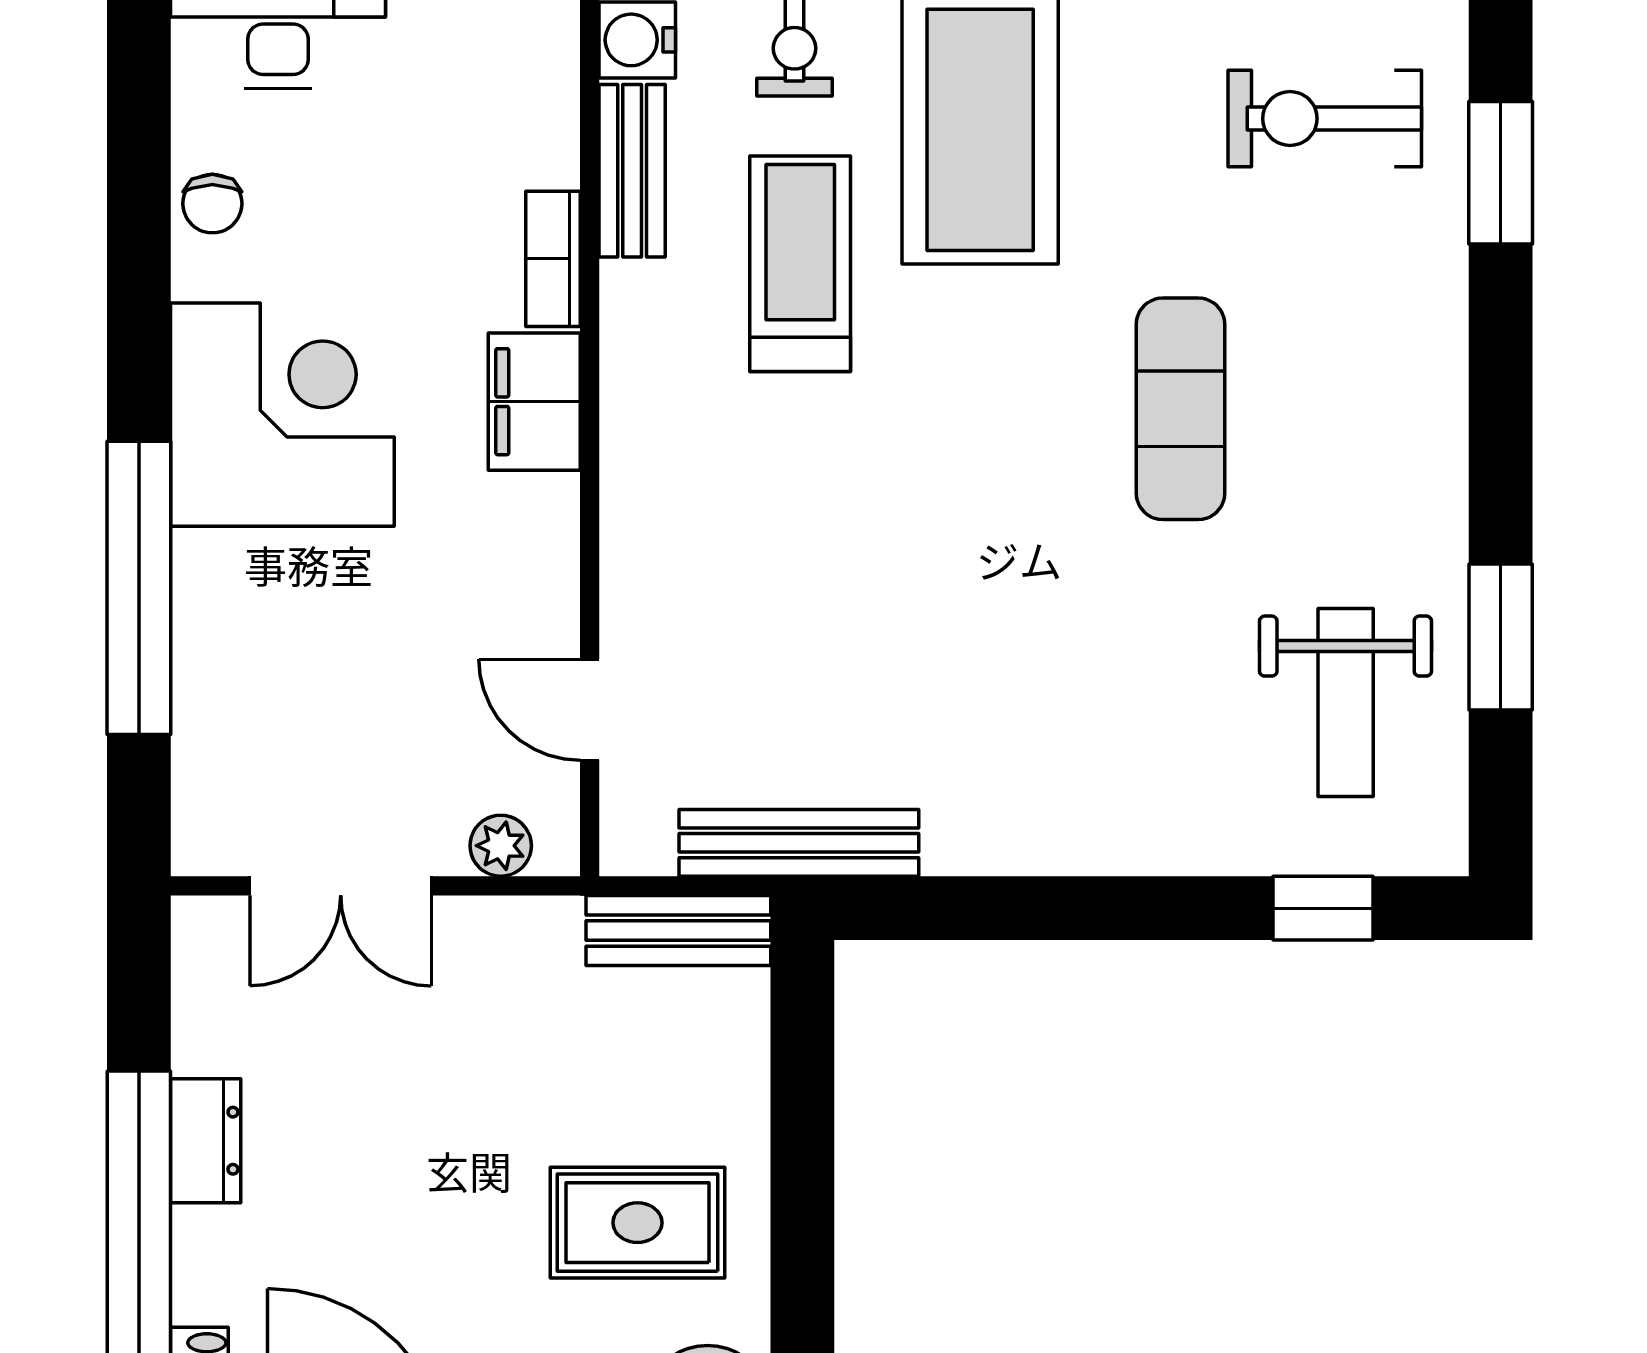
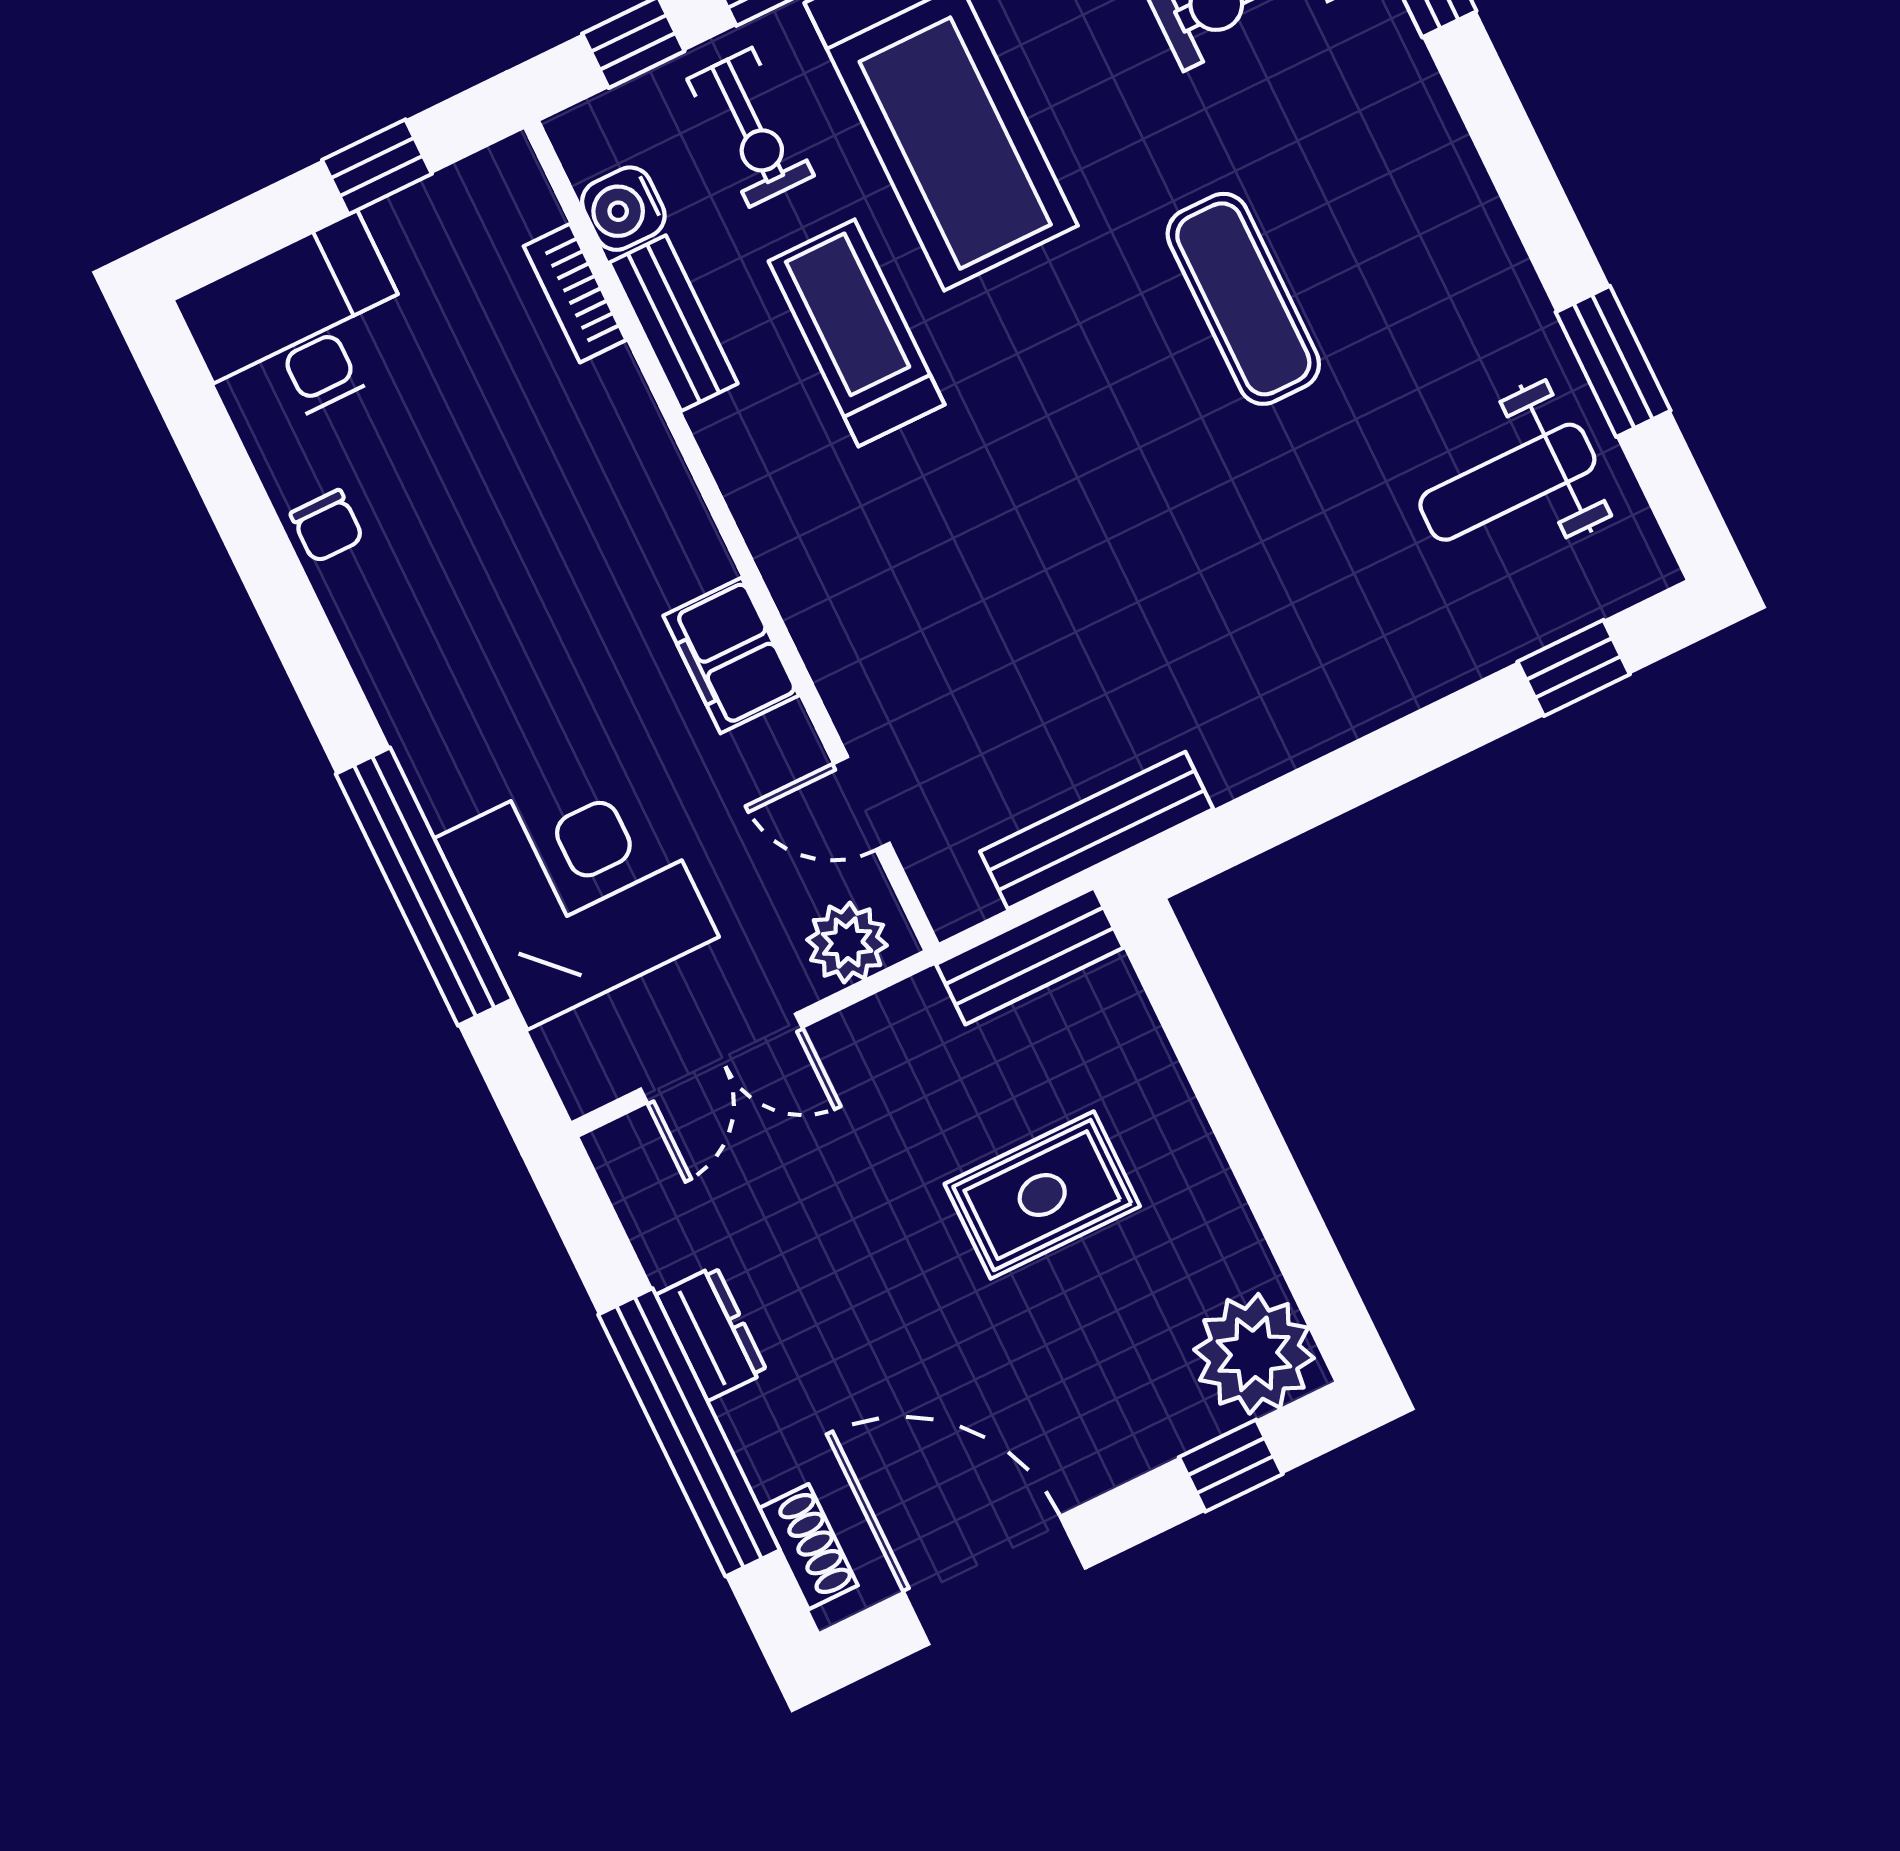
bookcase: (553, 259) -> (575, 293), moved
filing cabinet: (534, 402) -> (731, 655), moved
corner desk: (282, 415) -> (577, 888), moved
weight bench: (1346, 703) -> (1507, 482), turned 90
plant: (501, 846) -> (847, 943), width x1.38, depth x1.38
rug: (637, 1223) -> (1042, 1195), moved

